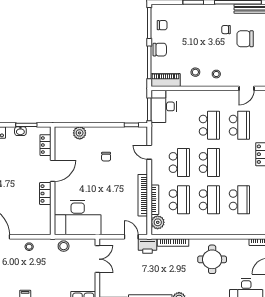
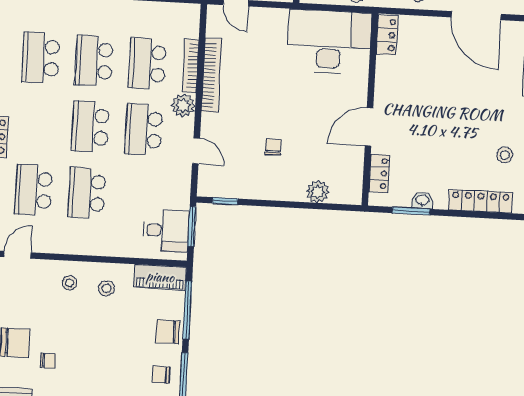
desk: (164, 106) -> (166, 230), width x0.73
locker: (45, 193) -> (387, 35), moved
plant: (158, 222) -> (183, 105), moved

